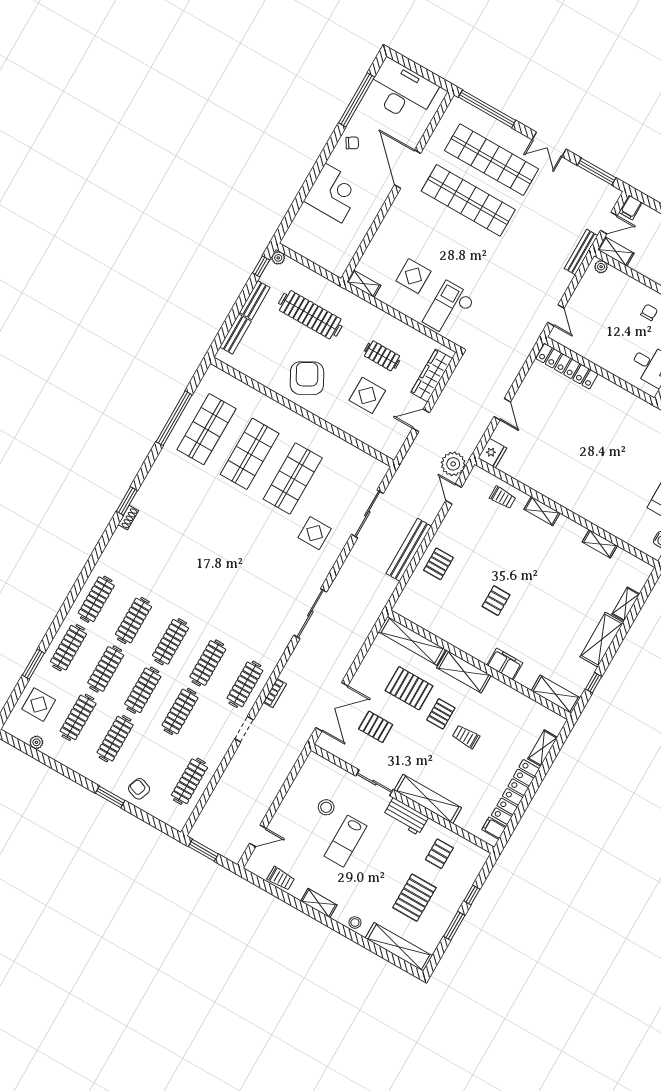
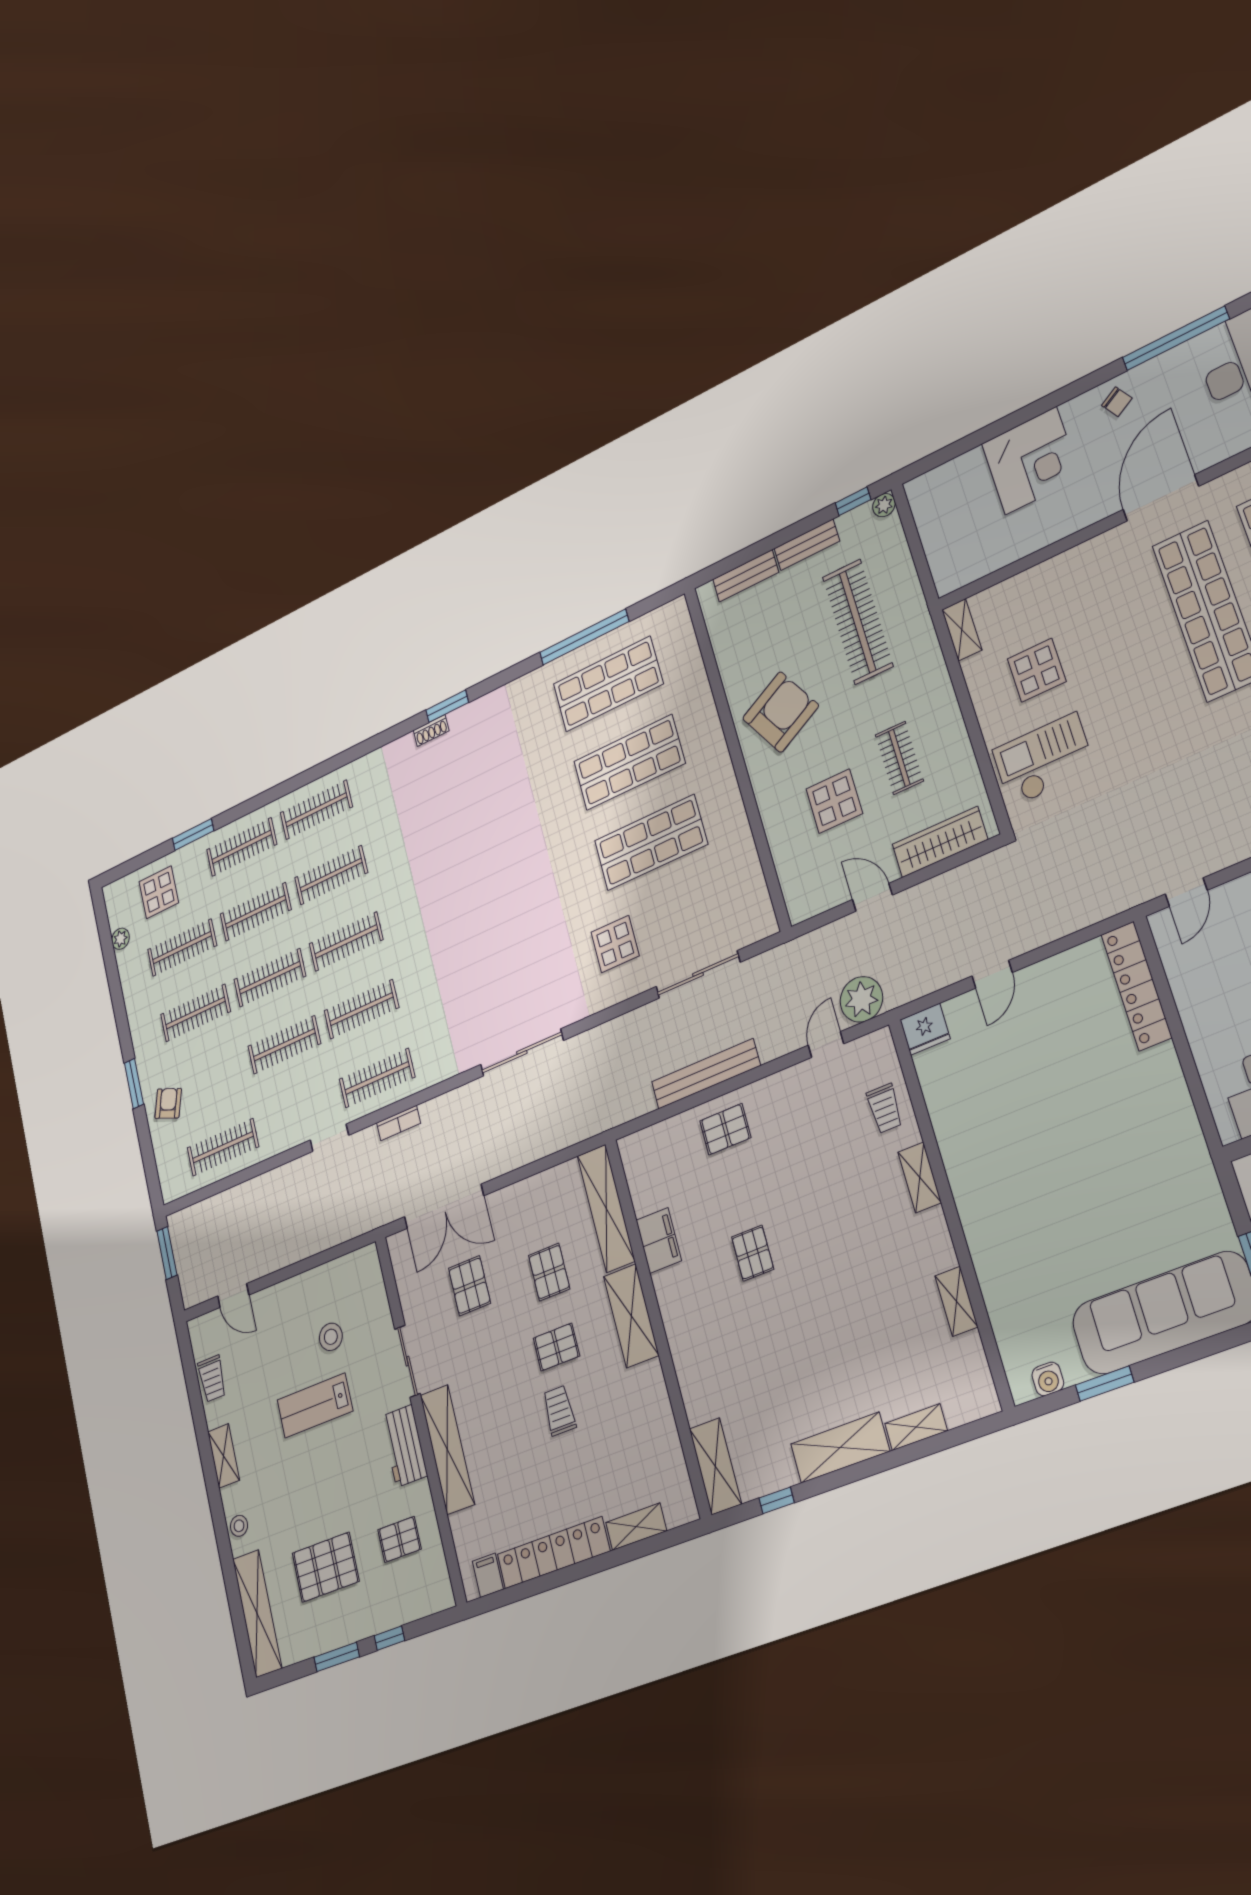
pallet: (496, 601) -> (753, 1253), turned 90
filing cabinet: (505, 664) -> (659, 1240), moved
pallet: (409, 688) -> (549, 1272), width x0.67, depth x0.71

